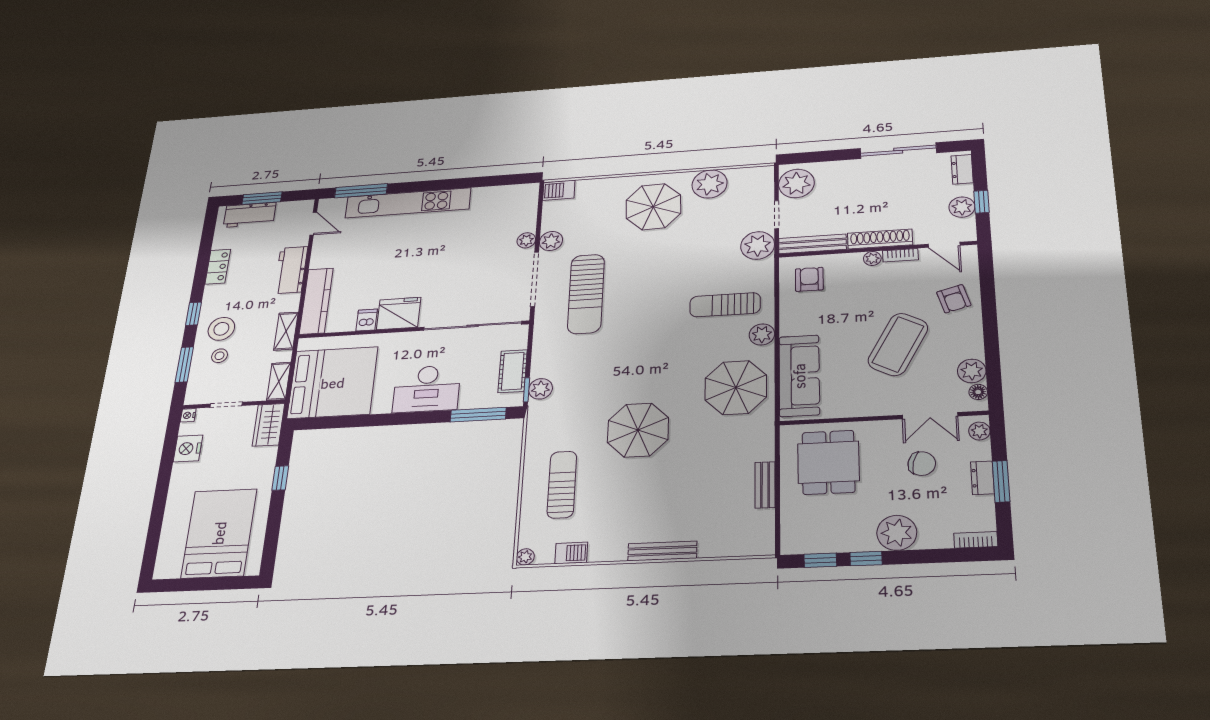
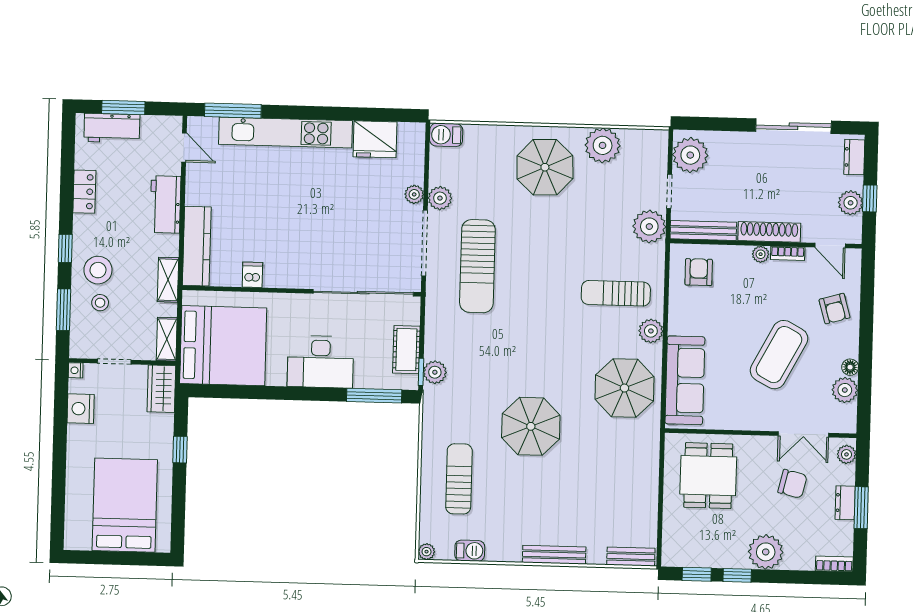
fridge: (399, 313) -> (375, 139), moved, turned 180
floor lamp: (978, 392) -> (850, 367), moved
bench: (765, 485) -> (631, 557), moved, turned 90

